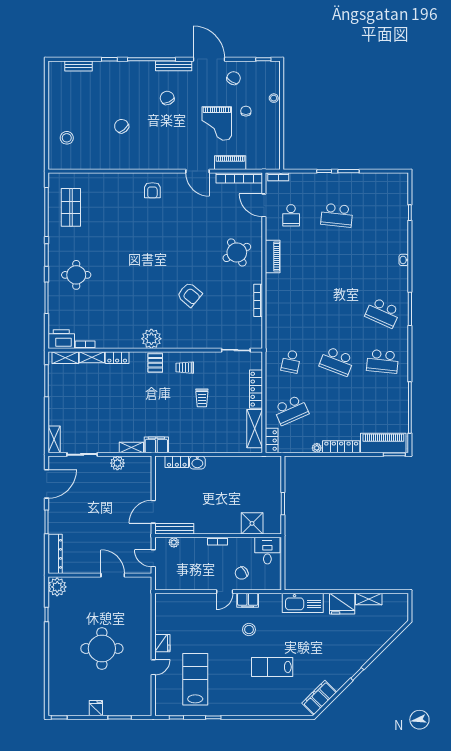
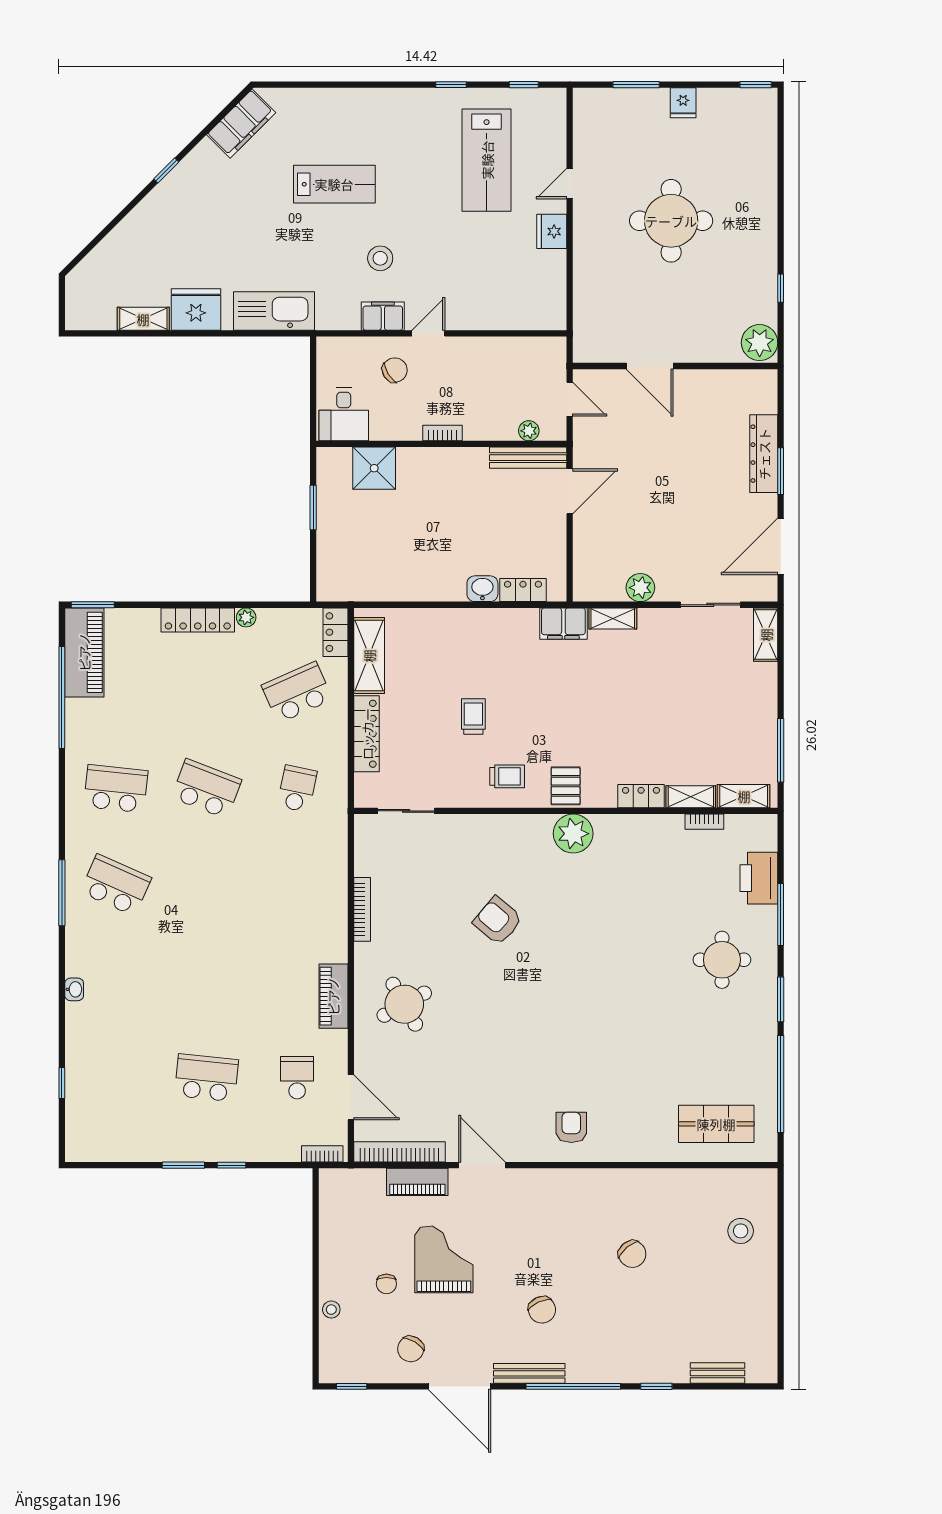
shop shelf: (71, 207) -> (716, 1124), moved, turned 90
printer: (61, 339) -> (759, 878), moved, turned 90
piano: (383, 443) -> (84, 652), moved, turned -90
dresser: (55, 554) -> (764, 454), moved

